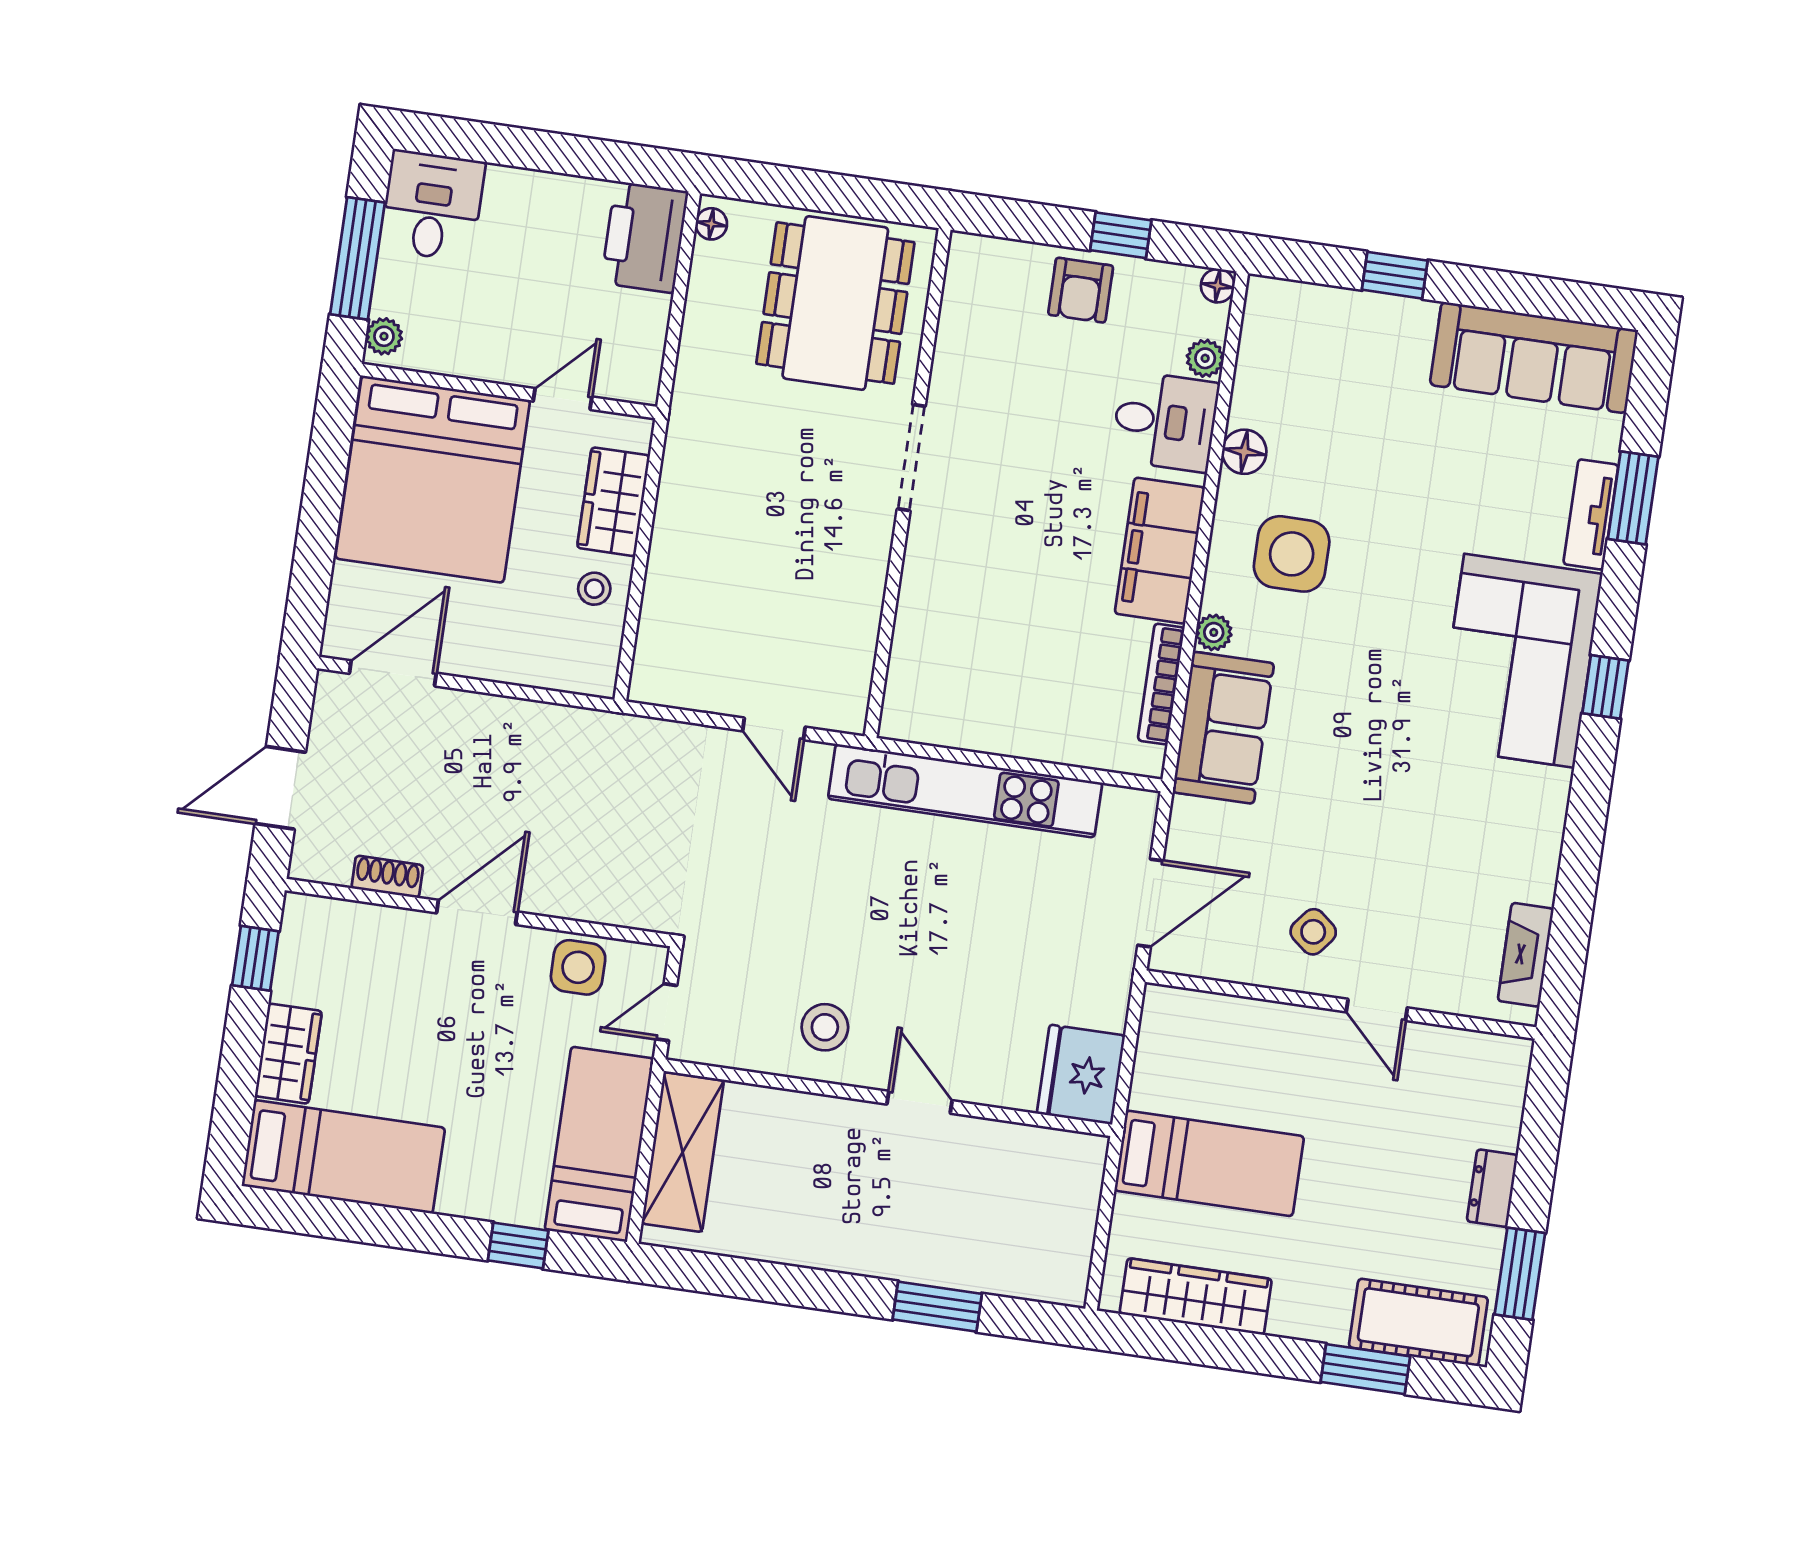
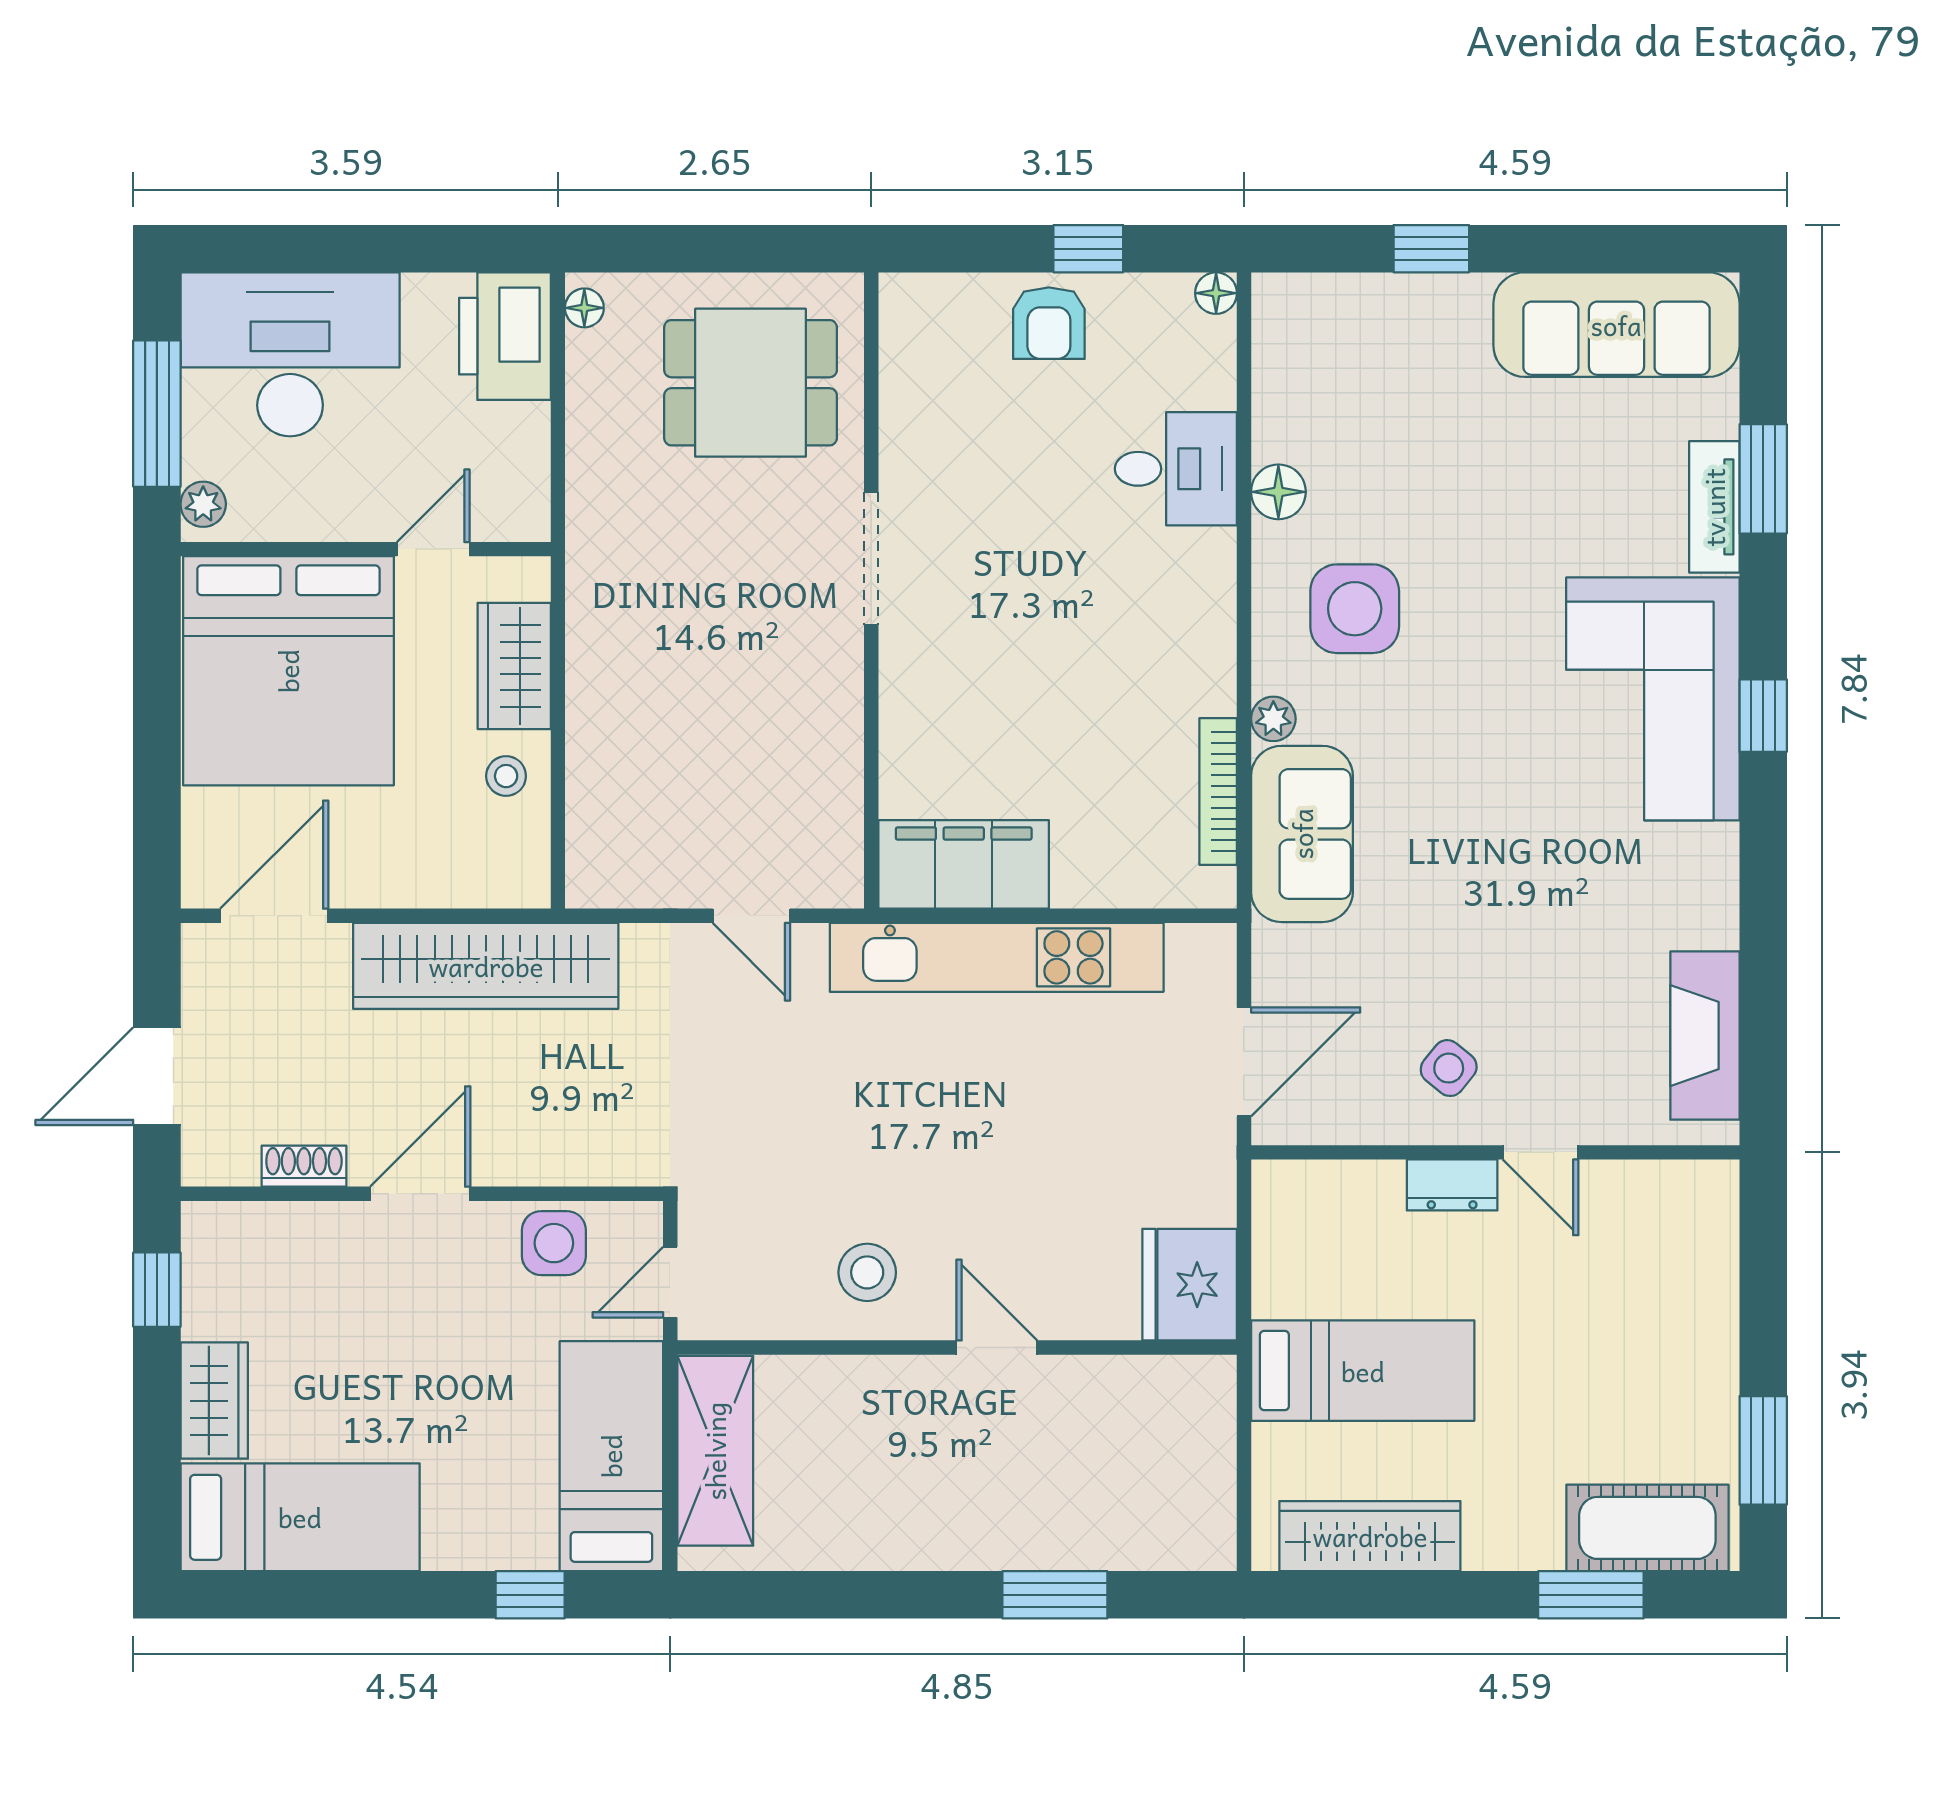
desk: (432, 206) -> (290, 354), width x1.87, depth x1.30
dining table: (835, 303) -> (751, 383), width x0.73
plant: (1205, 358) -> (1214, 384), removed
filing cabinet: (1160, 551) -> (964, 864), moved, turned 90
wardrobe: (556, 738) -> (486, 966), added
fireplace: (1526, 955) -> (1705, 1036), width x1.37, depth x1.32
dresser: (1492, 1188) -> (1452, 1185), moved, turned -90

